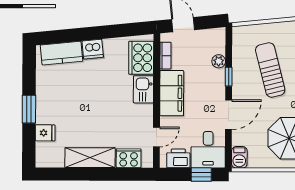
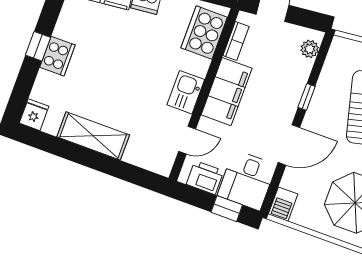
plant: (219, 61) -> (310, 49), moved
kitchen sink: (143, 89) -> (186, 92), moved
window: (29, 109) -> (38, 46), width x0.67
fridge: (45, 133) -> (34, 115), moved, turned -90
cooker: (129, 158) -> (57, 56), moved, turned 90

